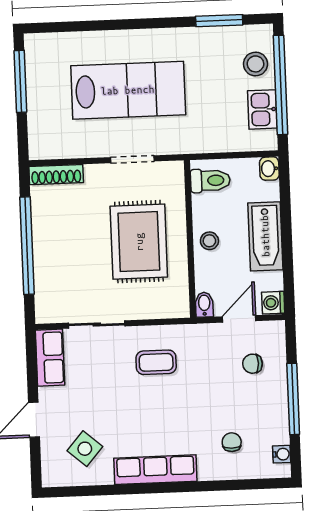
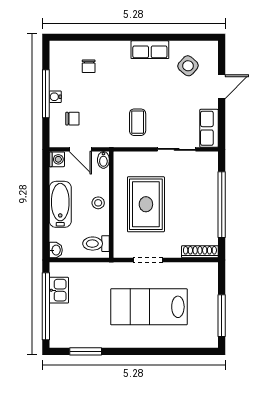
stool: (255, 64) -> (62, 321), removed
door: (239, 319) -> (80, 149), hinge flipped
coffee table: (156, 362) -> (138, 122), turned 90
water cooler: (282, 454) -> (55, 97), moved
row of seats: (155, 470) -> (150, 50), width x0.68

